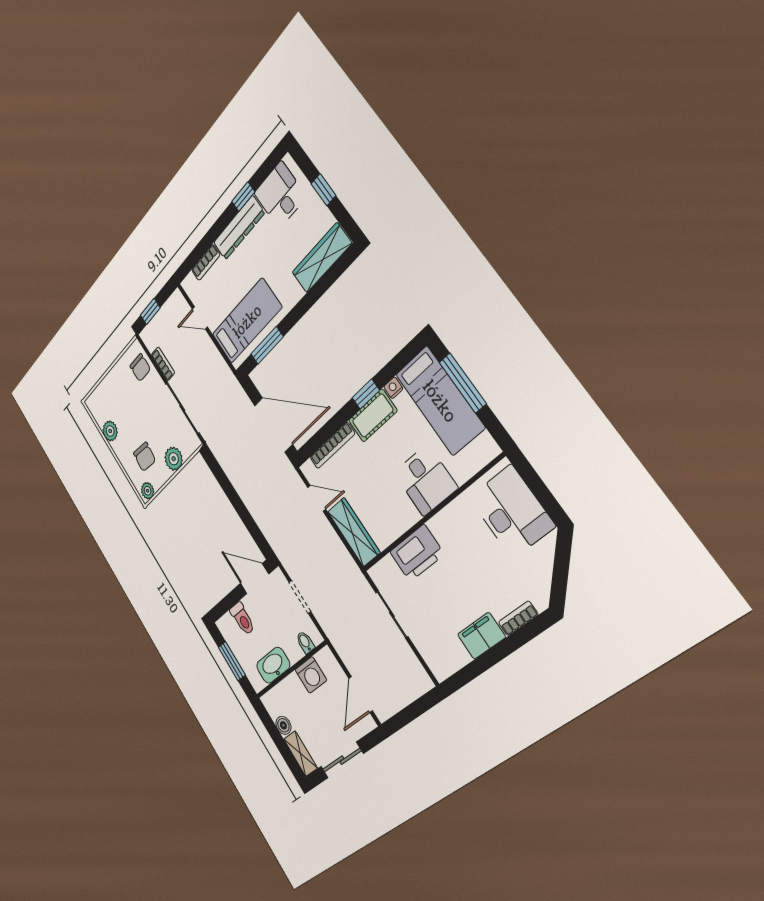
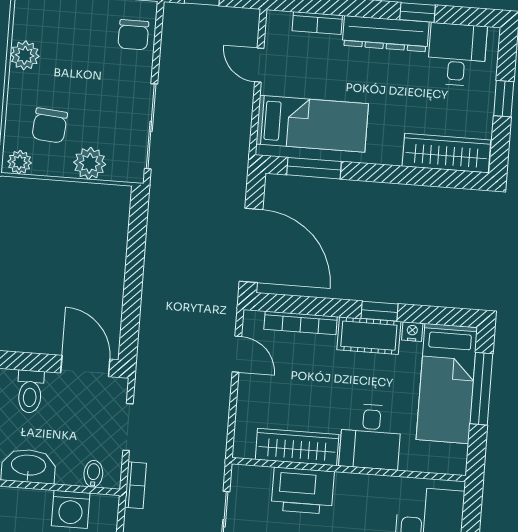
bookcase: (163, 364) -> (136, 485), moved
wardrobe: (354, 532) -> (297, 447), moved, turned -90

